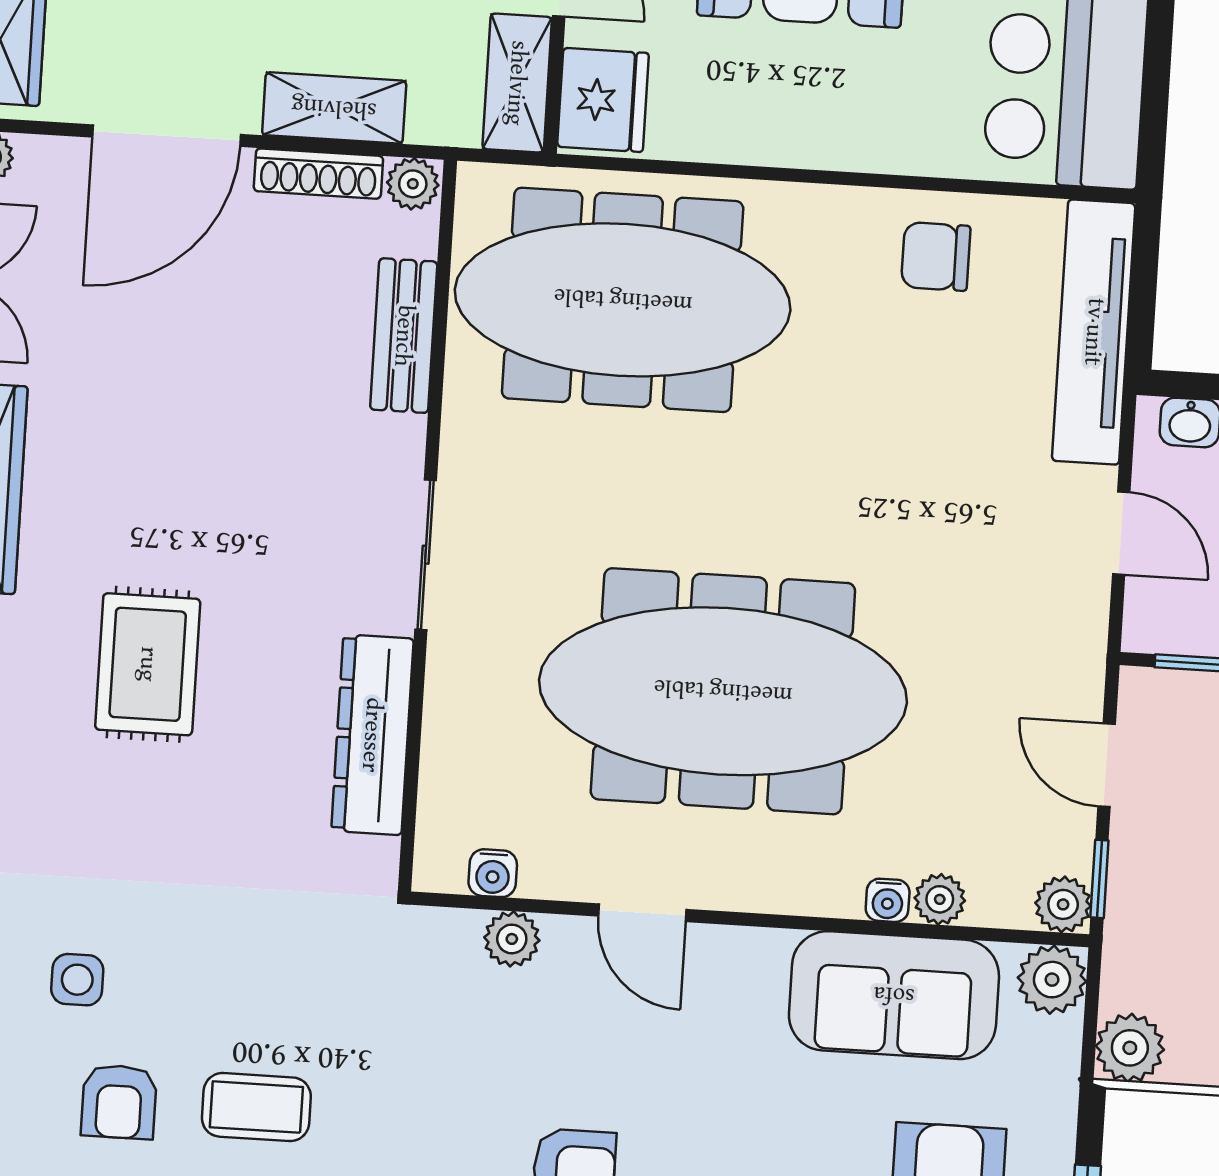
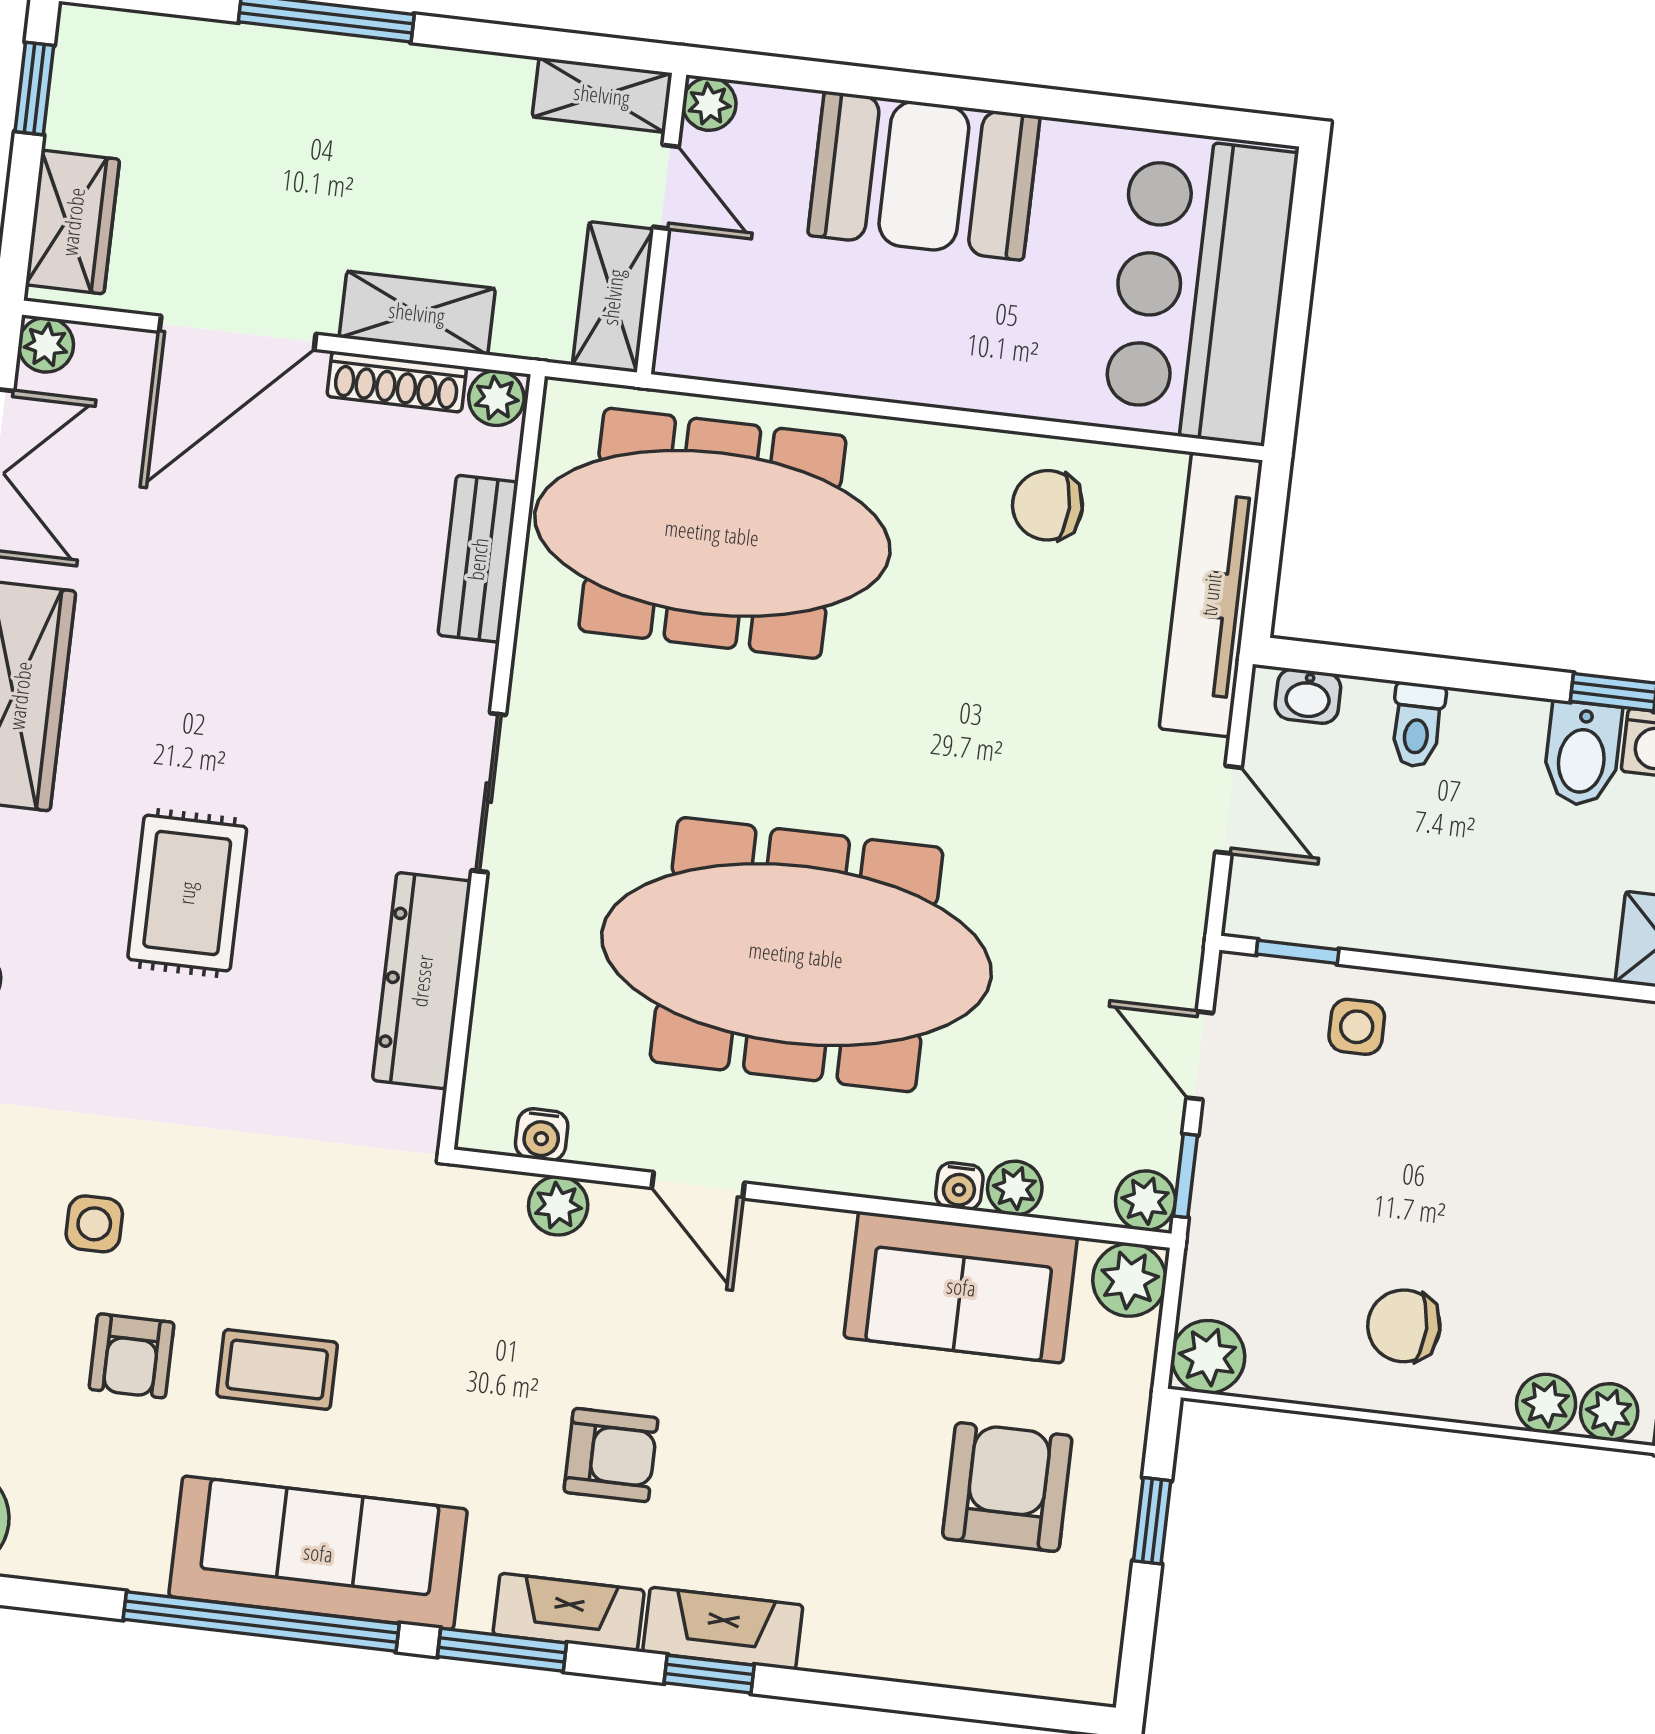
fridge: (603, 100) -> (703, 320), removed

